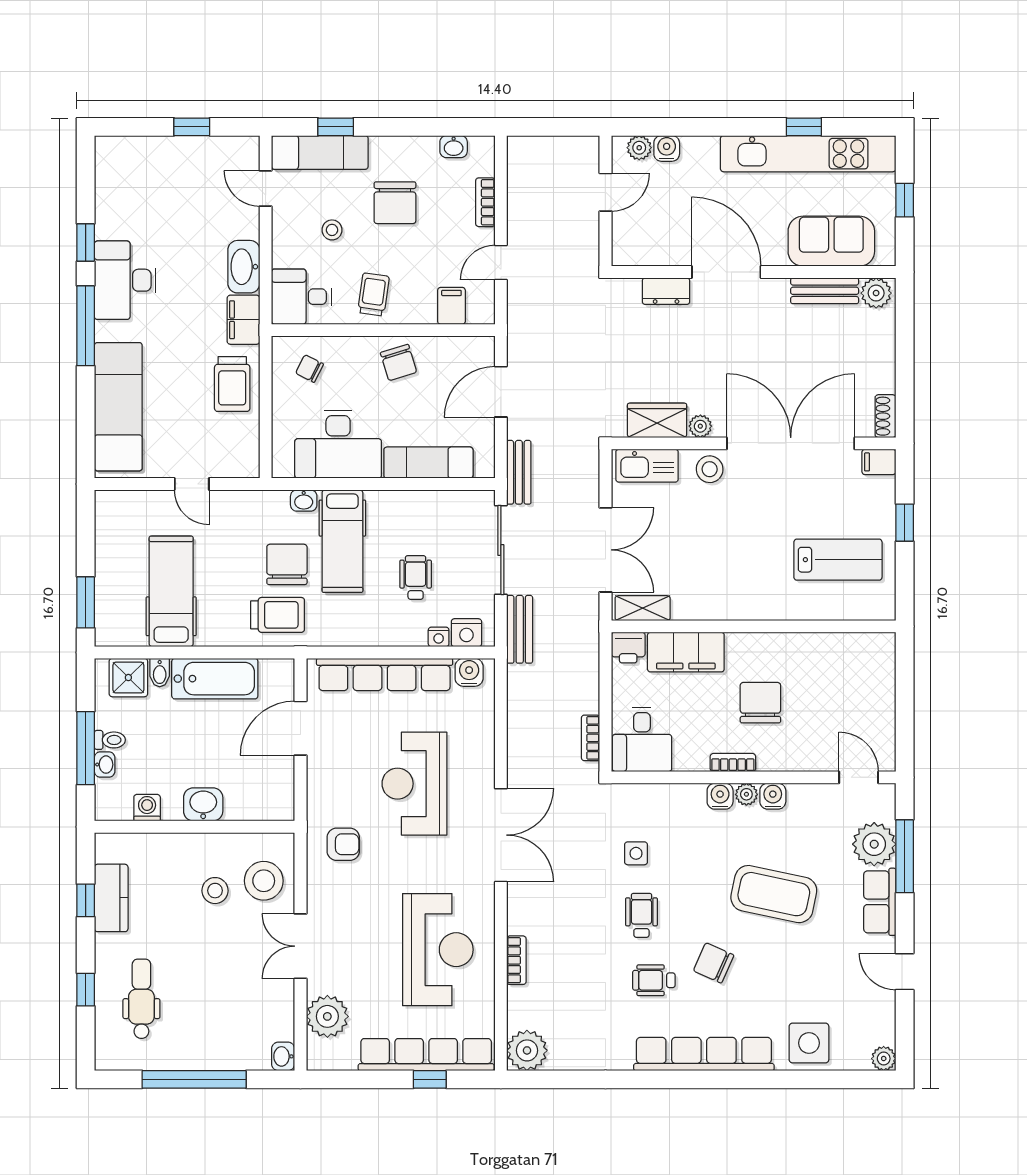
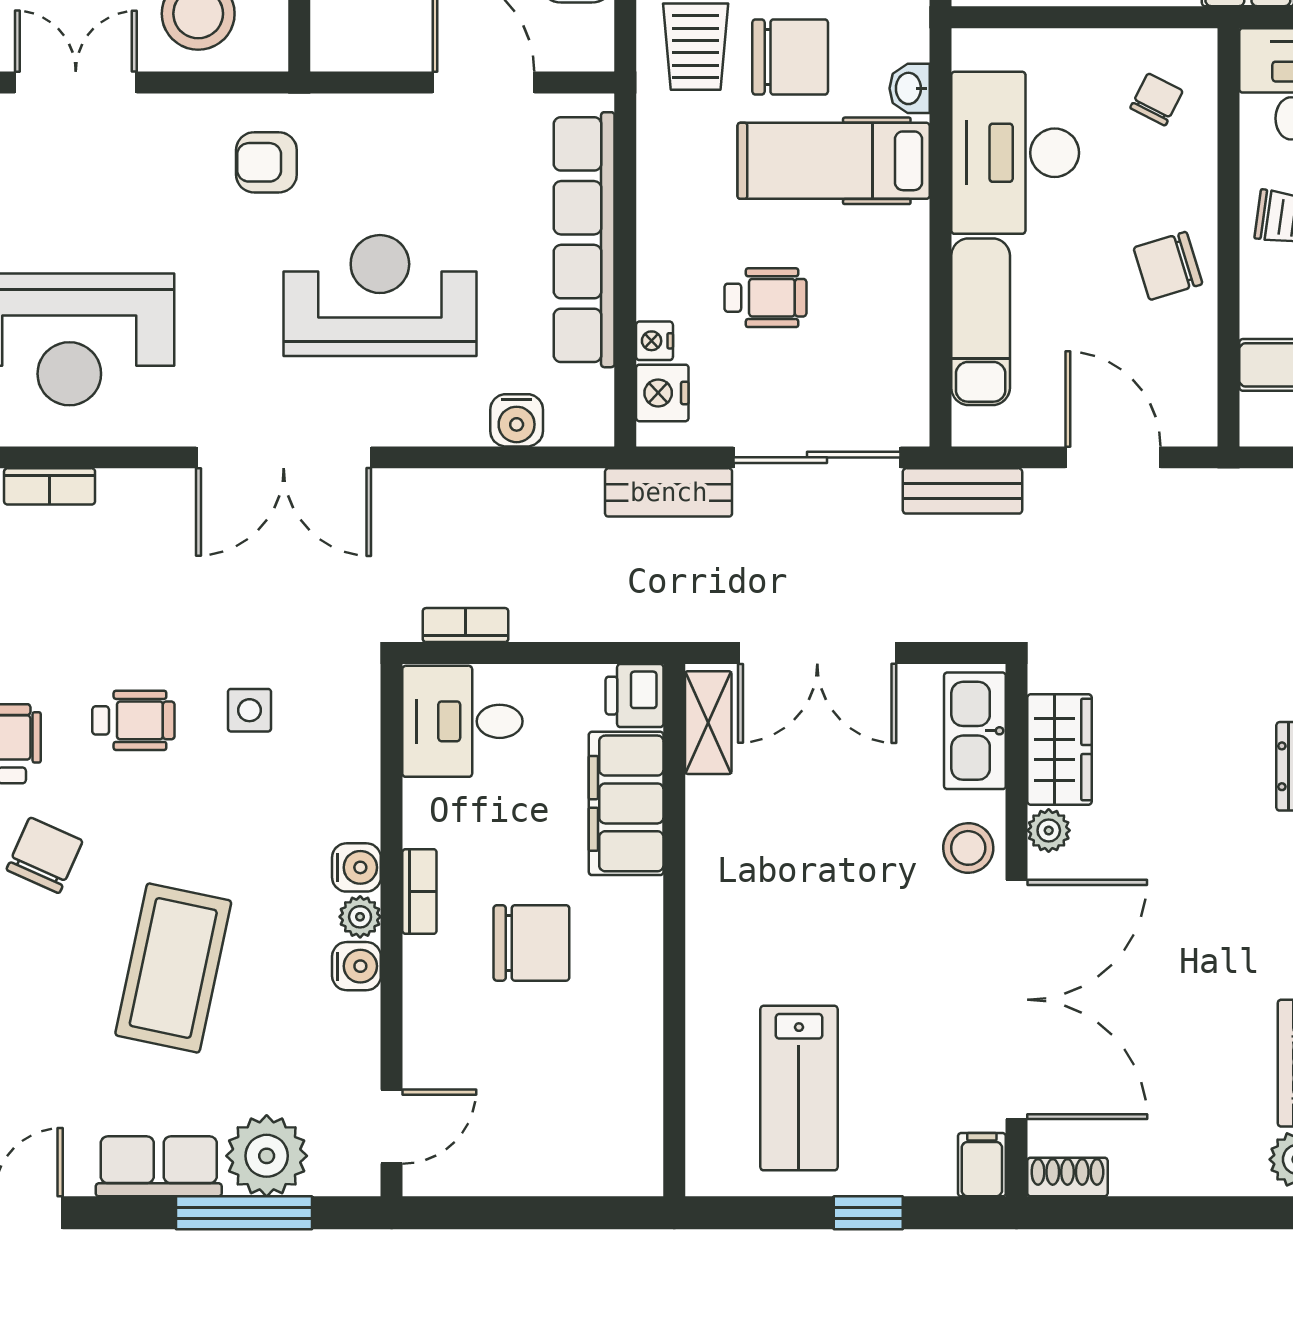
water cooler: (469, 672) -> (517, 420), moved, turned 90
armchair: (343, 844) -> (266, 162), turned 90

